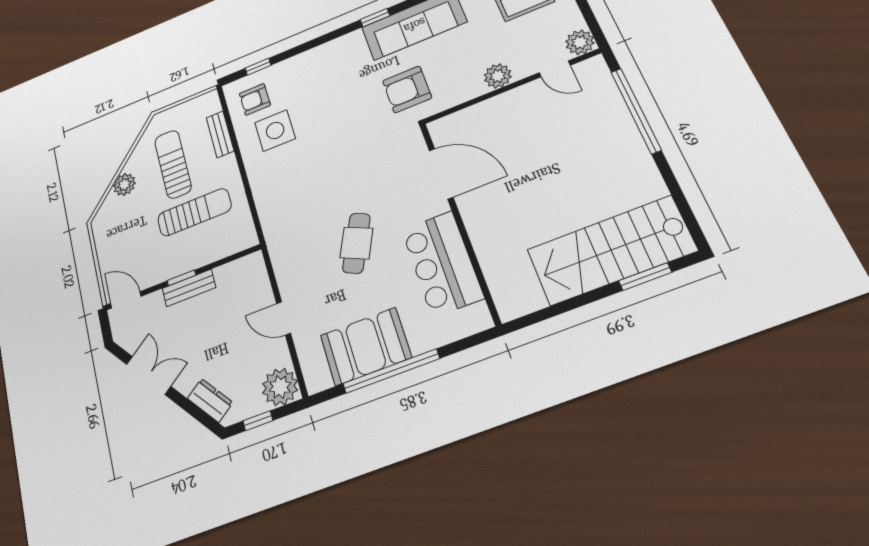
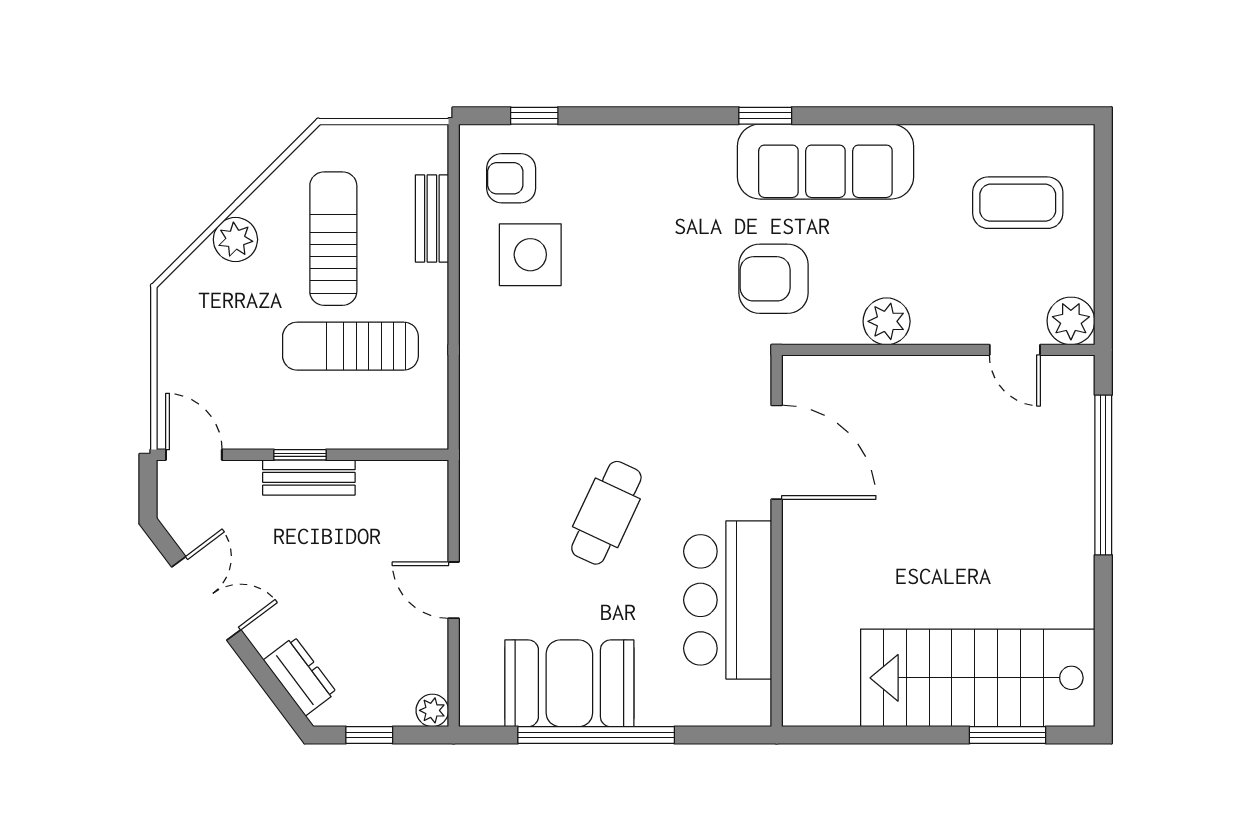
plant: (498, 76) -> (887, 321), moved
sun lounger: (194, 212) -> (350, 346), turned 180
plant: (280, 387) -> (432, 710), width x0.53, depth x0.53

